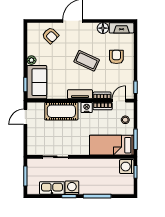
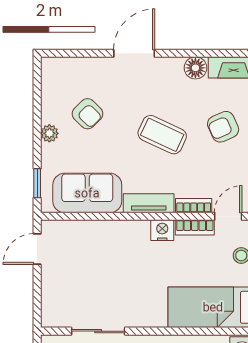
armchair: (50, 35) -> (87, 114), moved
armchair: (116, 57) -> (223, 127), turned -114
sofa: (37, 82) -> (87, 193), moved, turned -90
cot: (61, 111) -> (111, 238), removed

